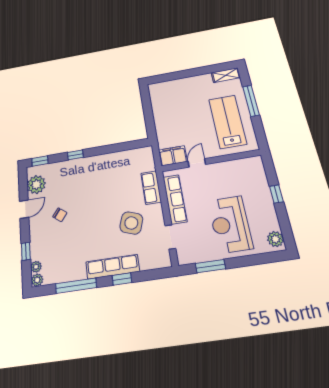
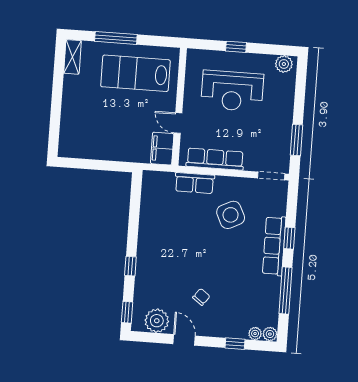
side table: (131, 223) -> (231, 215), turned 45
reception desk: (230, 224) -> (232, 91), moved
doorway: (170, 237) -> (271, 176), moved

